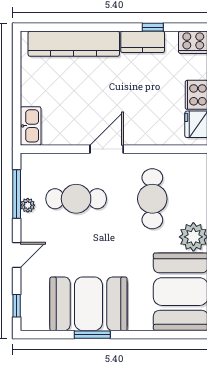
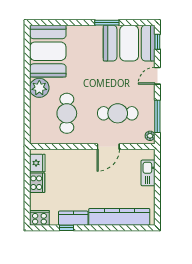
kitchen sink: (31, 126) -> (148, 173), moved
door: (107, 149) -> (108, 147), moved
plant: (28, 205) -> (150, 136), moved
booth: (88, 304) -> (129, 43), moved

